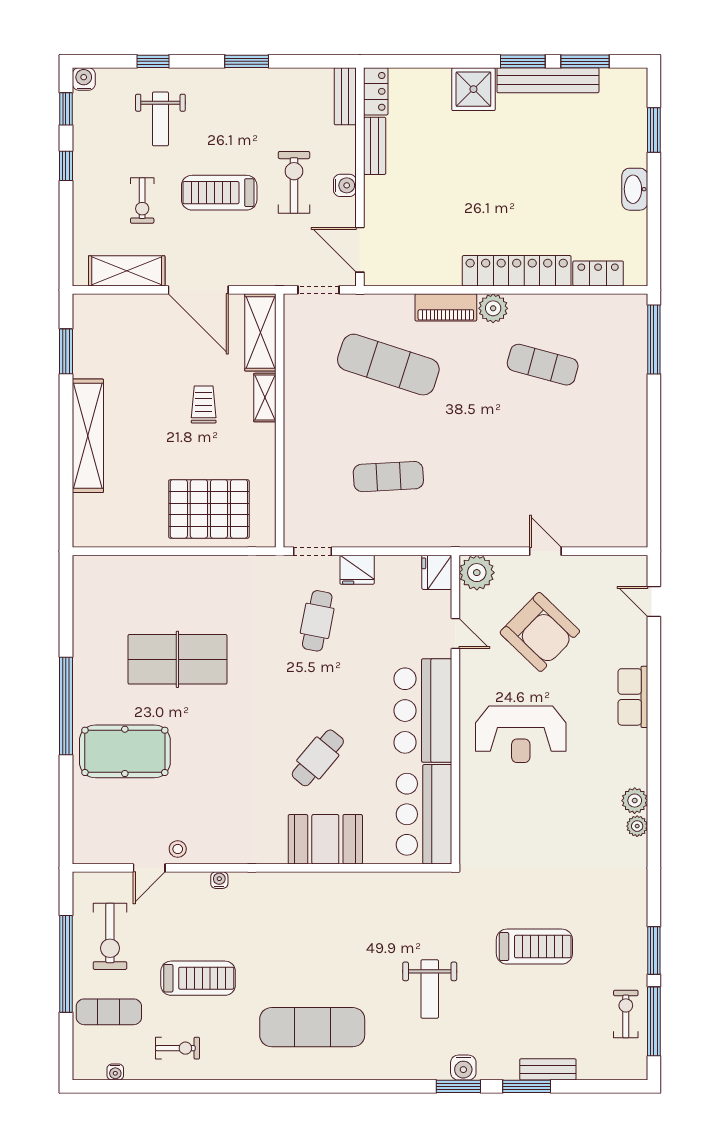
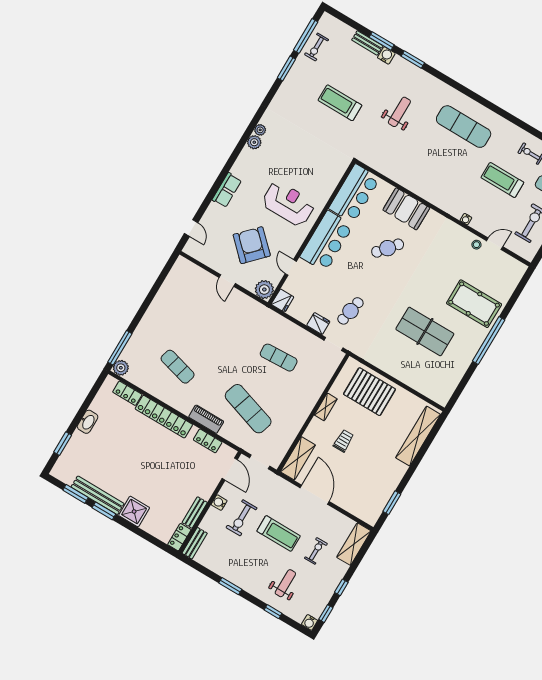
shelving: (127, 271) -> (354, 544), moved, turned 90
locker: (423, 274) -> (208, 441), added
plant: (493, 308) -> (121, 368), moved
shelving: (265, 398) -> (326, 407), moved
trolley: (204, 404) -> (343, 441), turned 180
shelving: (88, 436) -> (418, 436), moved
water cooler: (463, 1068) -> (386, 55), moved

